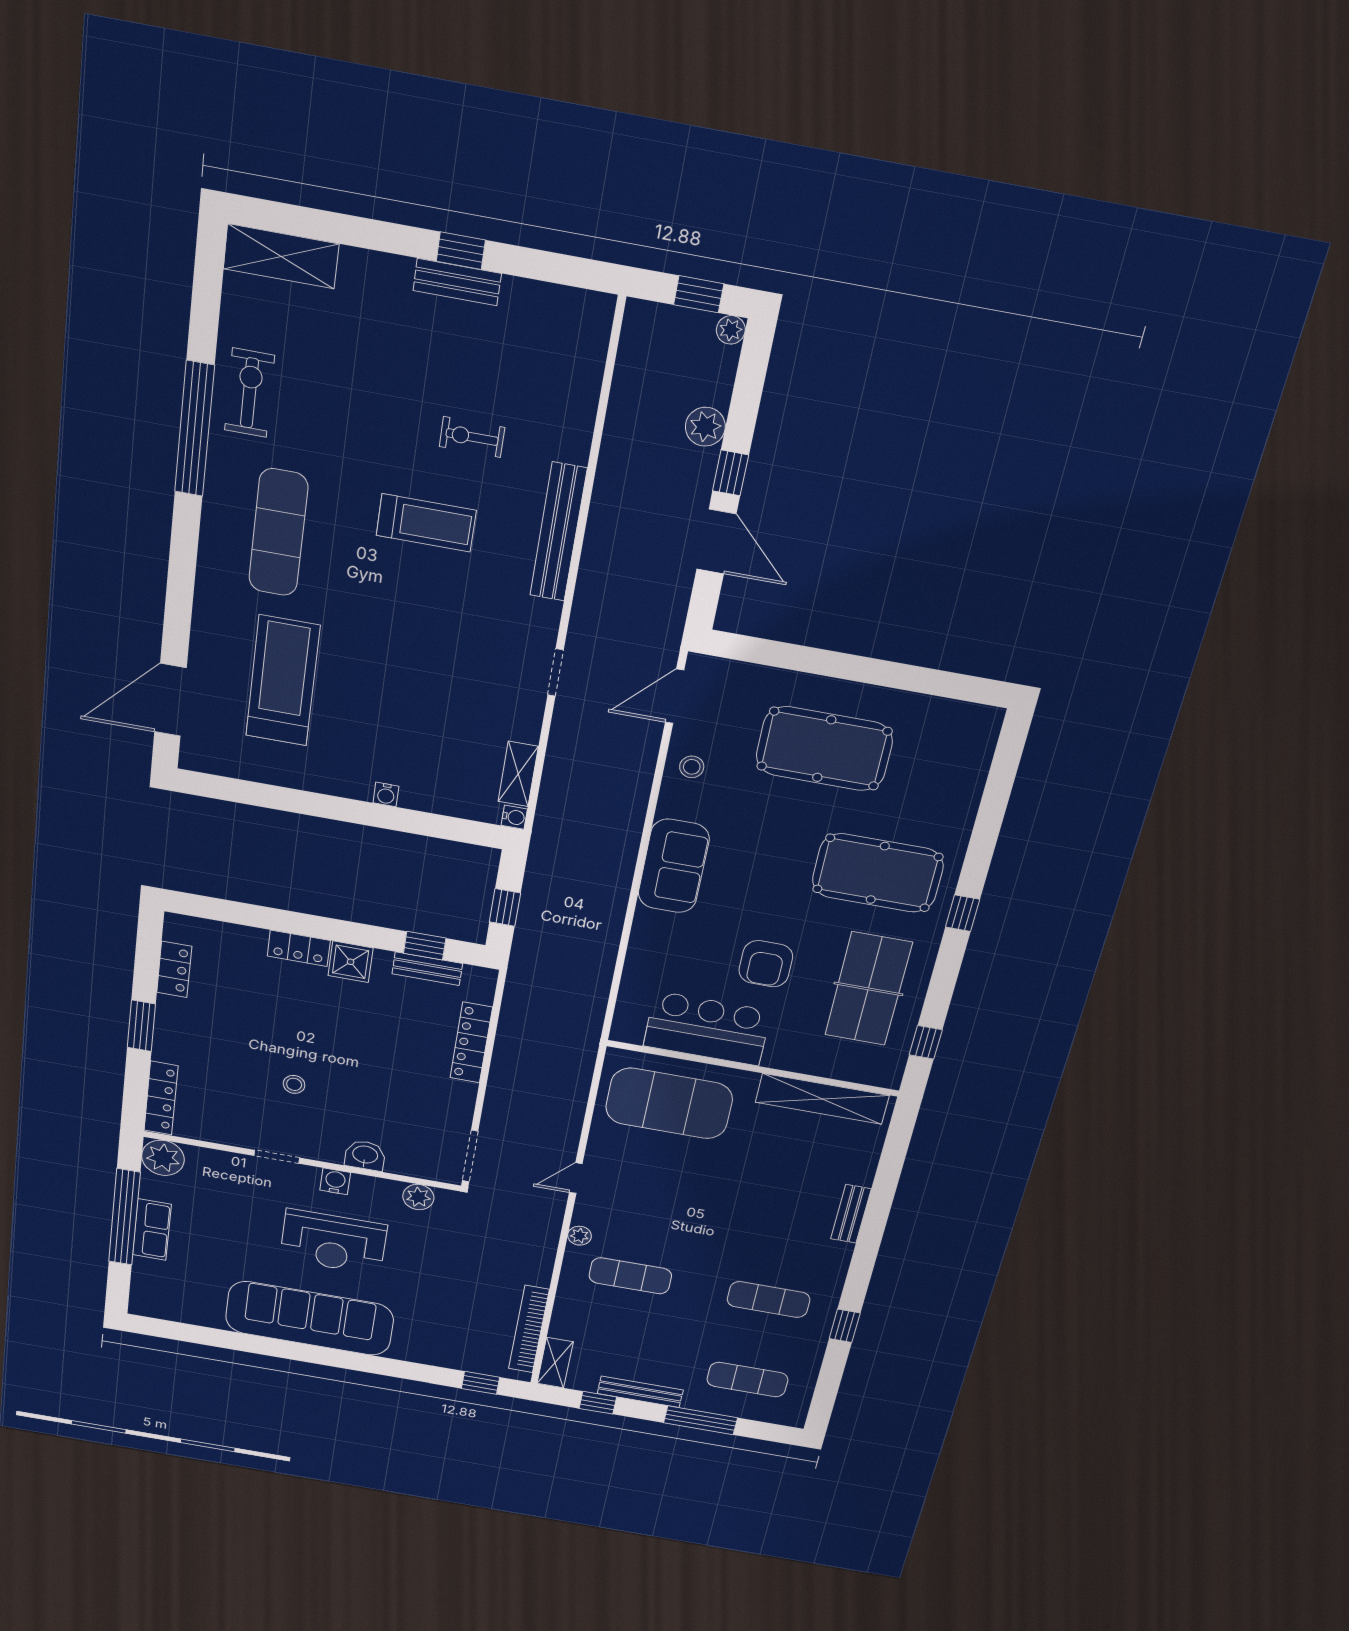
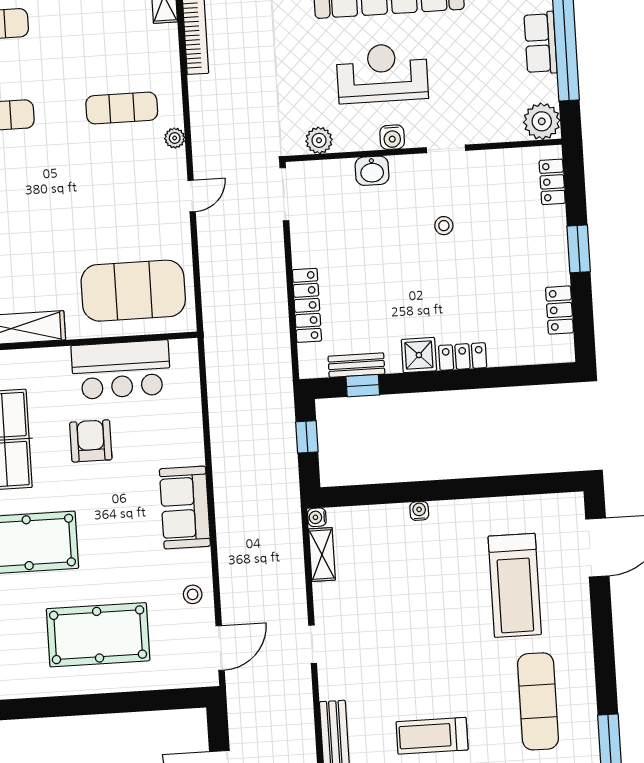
locker: (161, 1098) -> (552, 182), width x0.66

